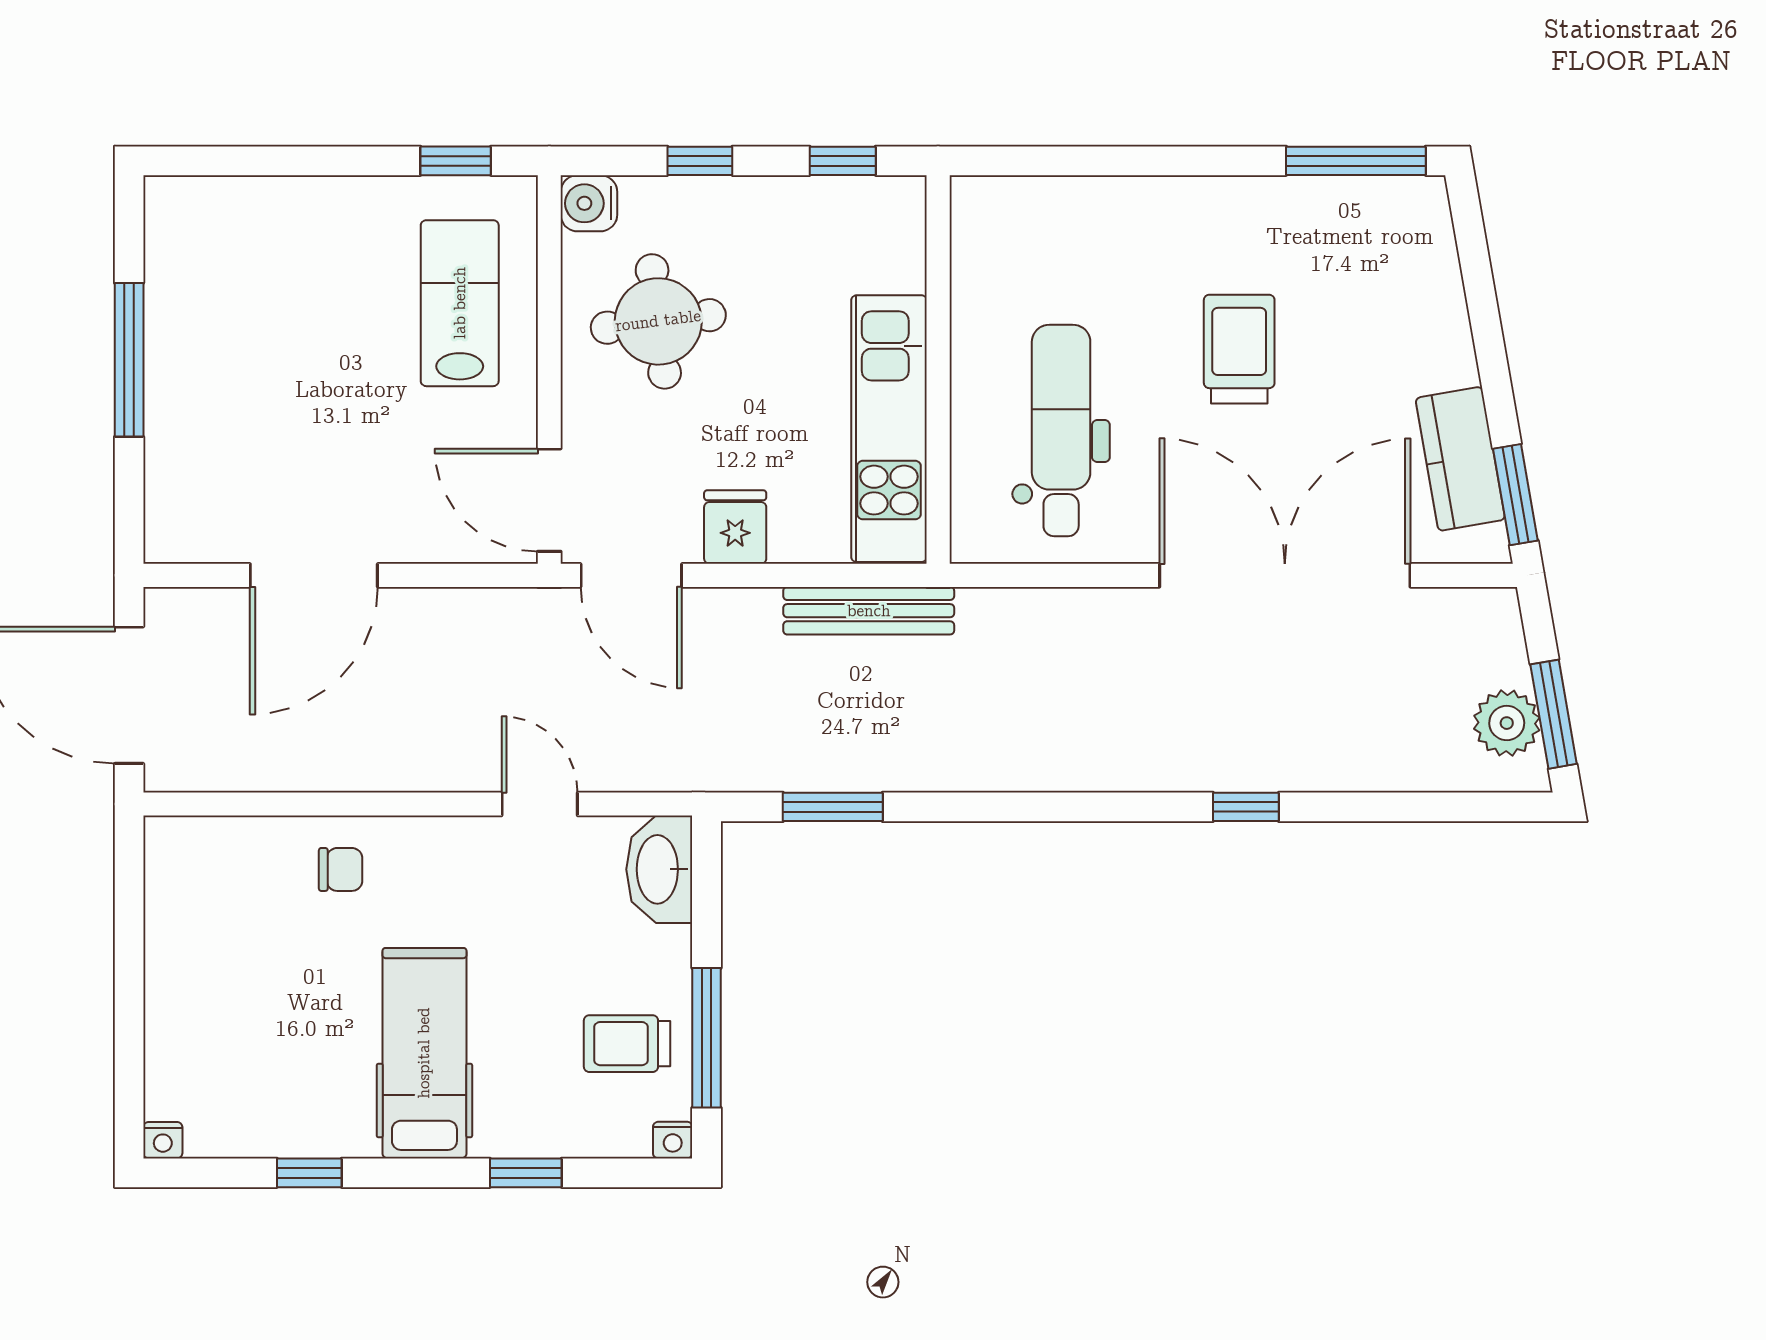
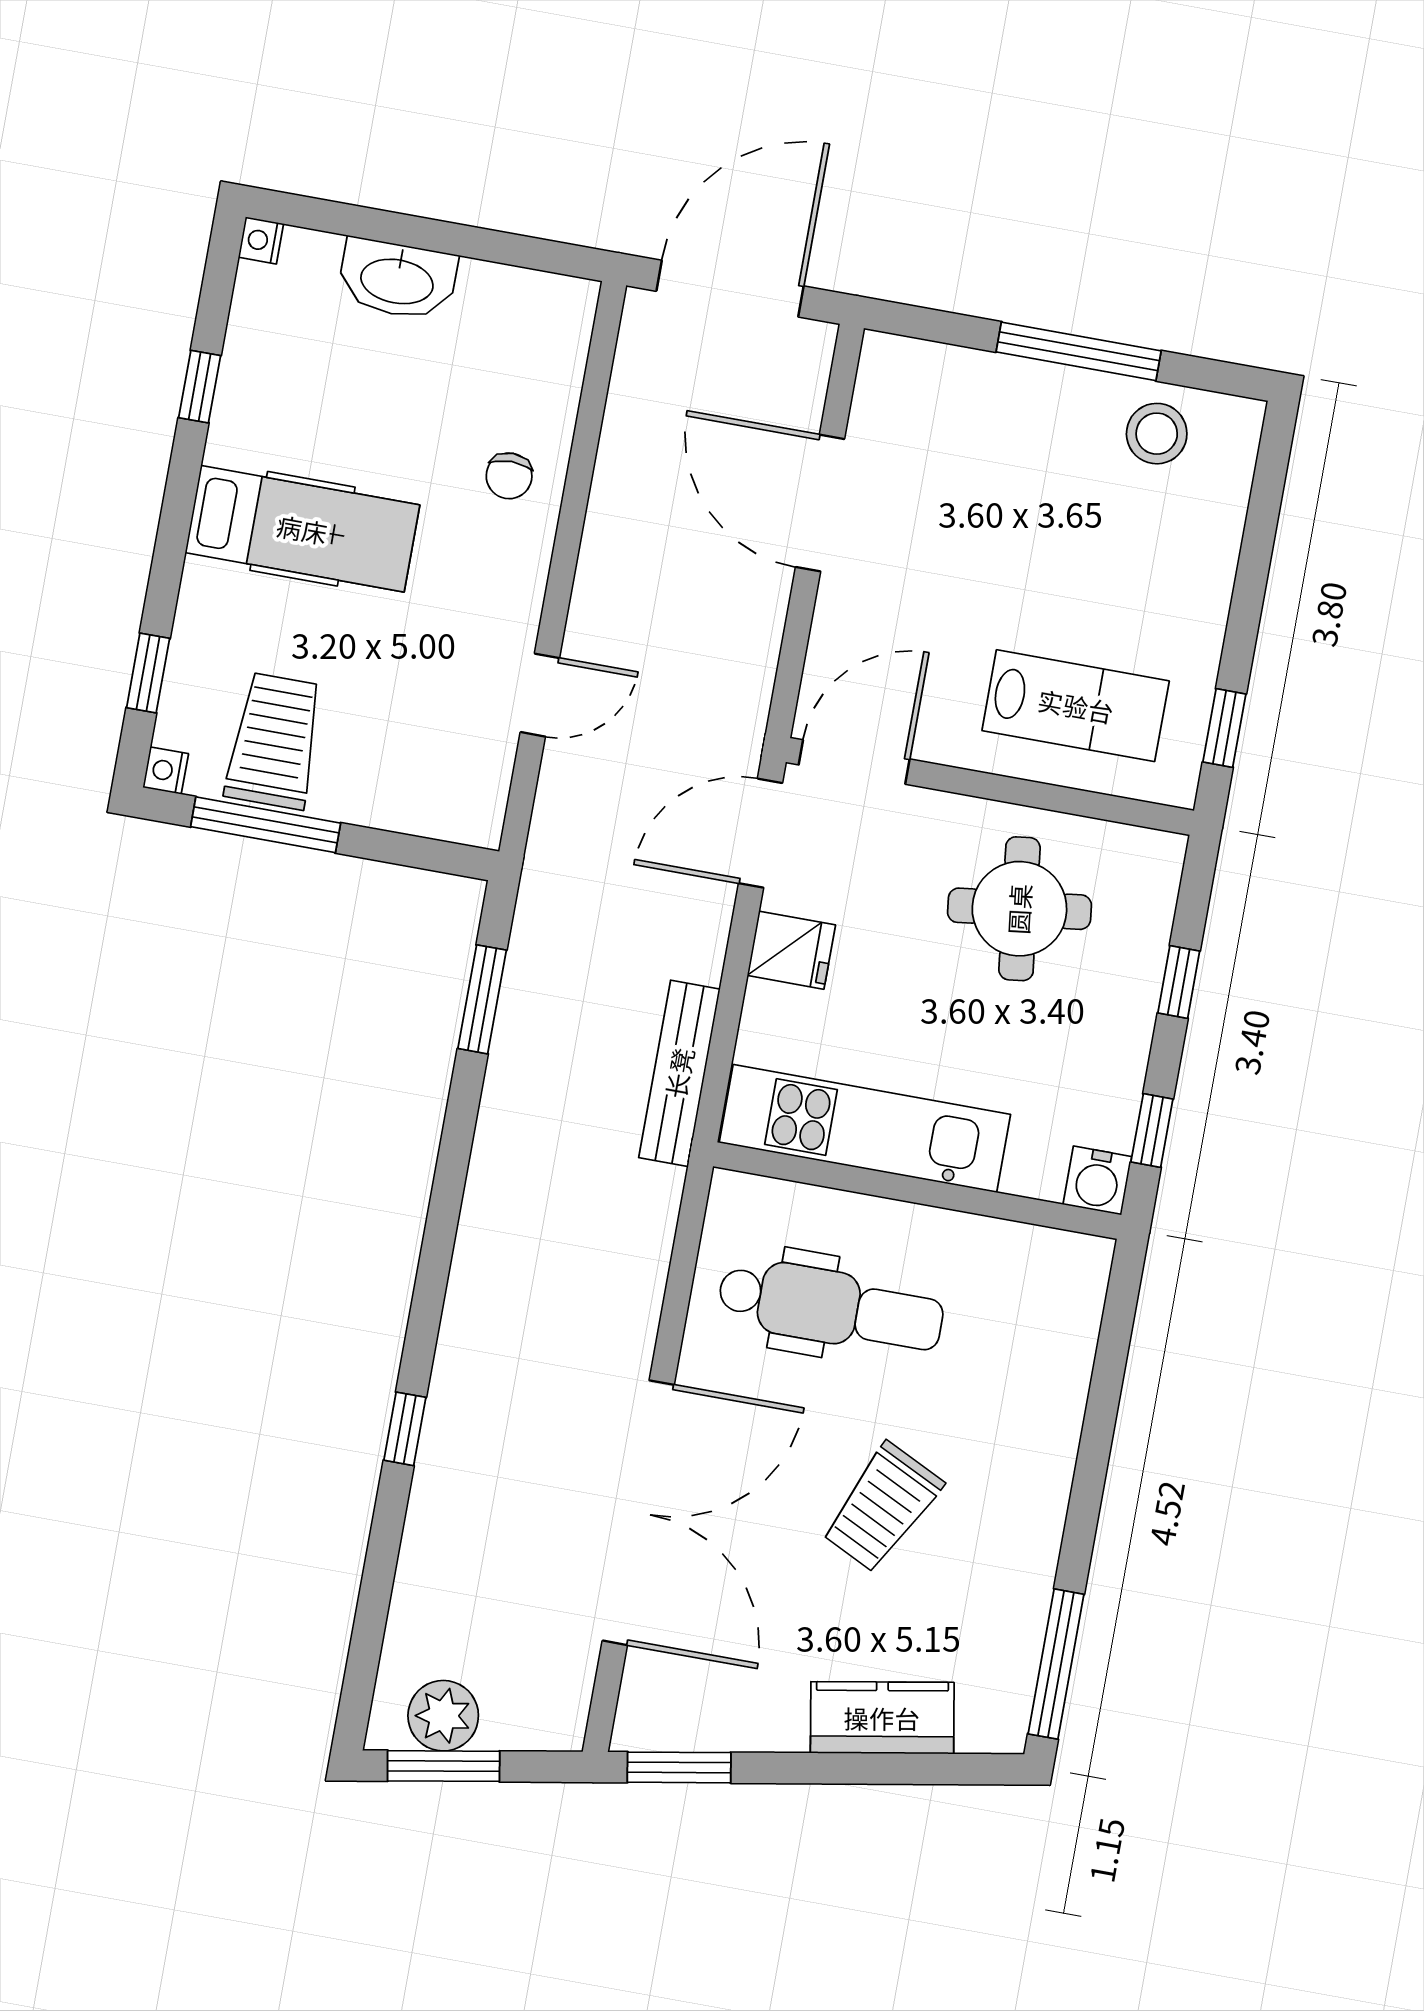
water cooler: (589, 203) -> (1097, 1181), moved, turned 180
stool: (193, 273) -> (1157, 434), added
trolley: (1239, 349) -> (882, 1507), turned 116
kitchen counter: (1460, 459) -> (882, 1718), moved
washbasin: (659, 869) -> (397, 279), moved, turned 180
trolley: (627, 1044) -> (274, 741), width x1.36, depth x1.39
window: (526, 1173) -> (148, 673), moved

